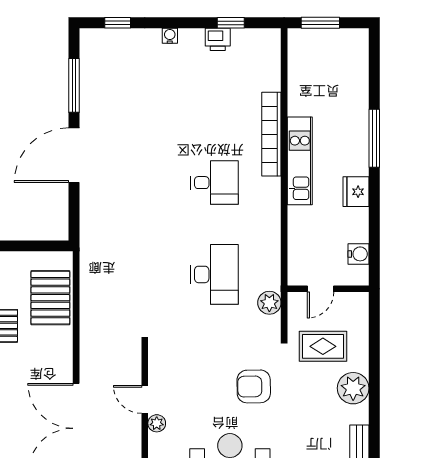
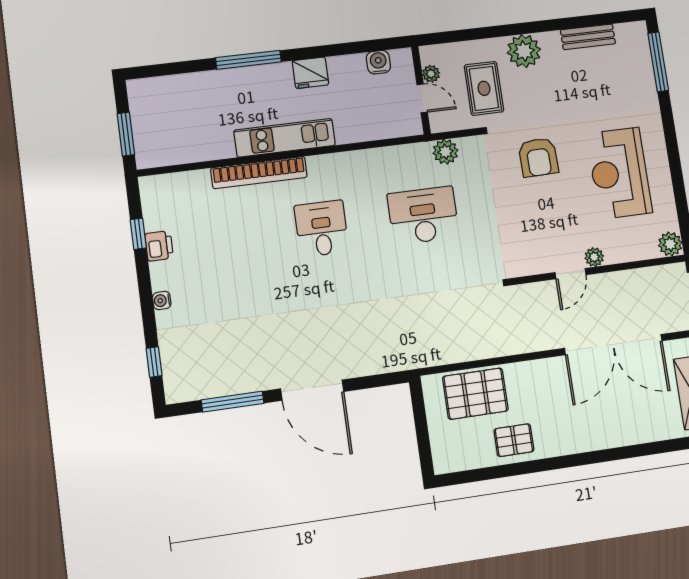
plant: (342, 300) -> (431, 74), added

